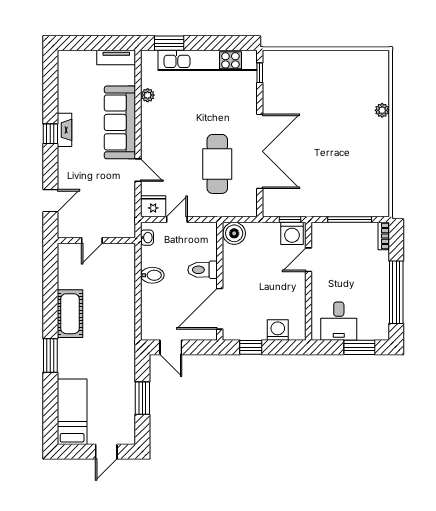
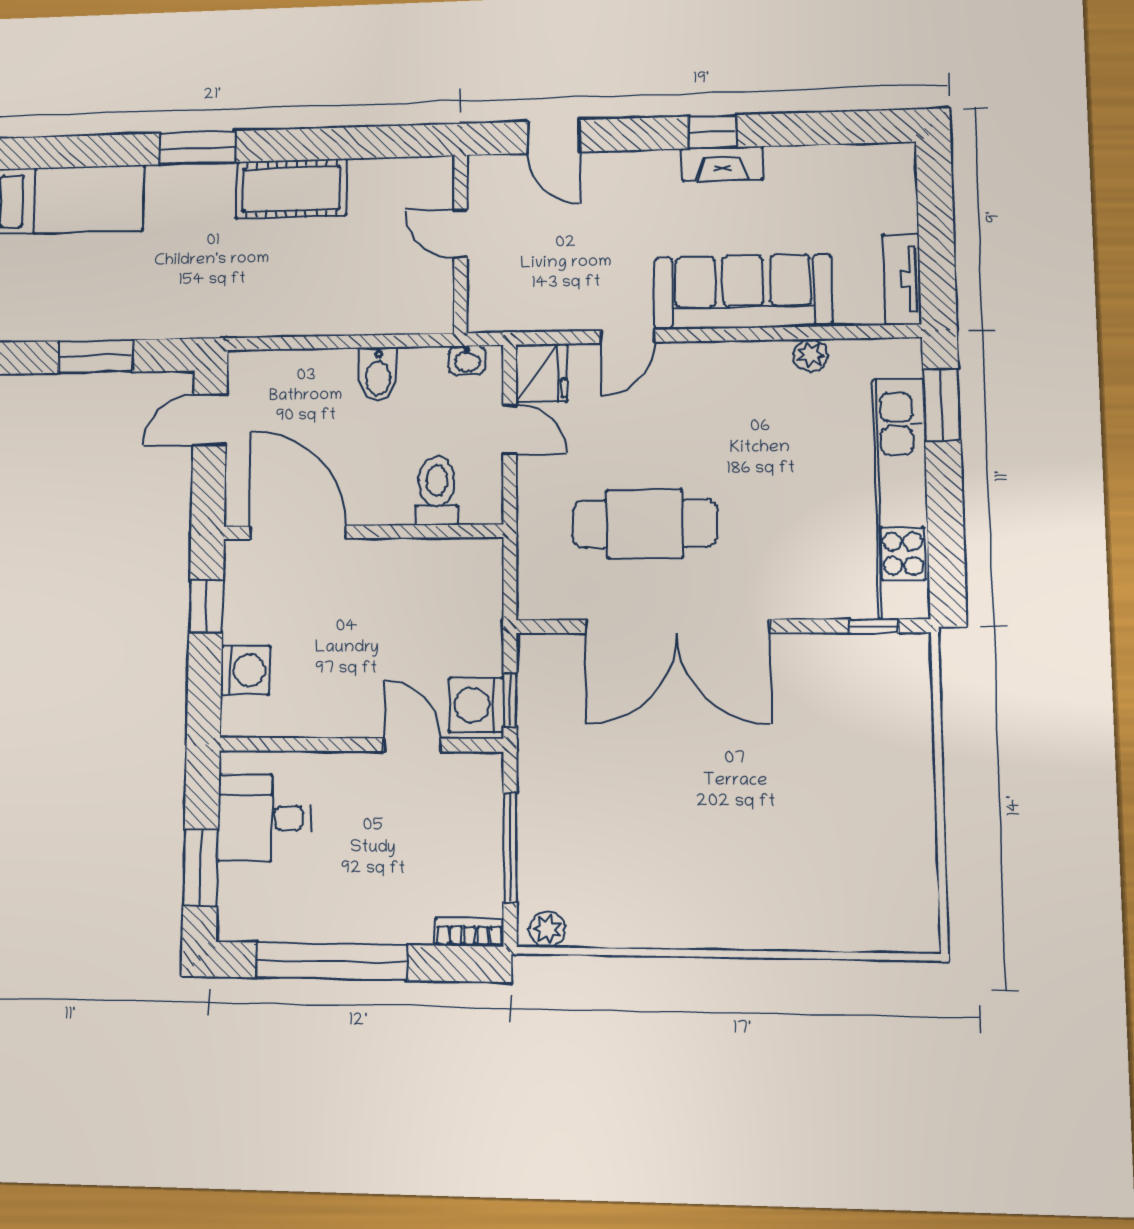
plant: (382, 110) -> (547, 929), moved
boiler: (234, 233) -> (477, 565), removed
toilet: (203, 270) -> (437, 490), moved

